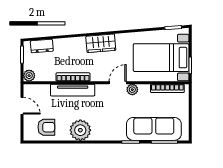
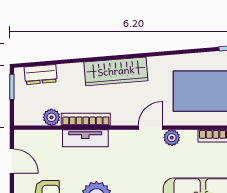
wardrobe: (101, 43) -> (116, 71), width x1.50
plant: (29, 76) -> (51, 117), moved
tv unit: (73, 90) -> (85, 138), width x0.71

